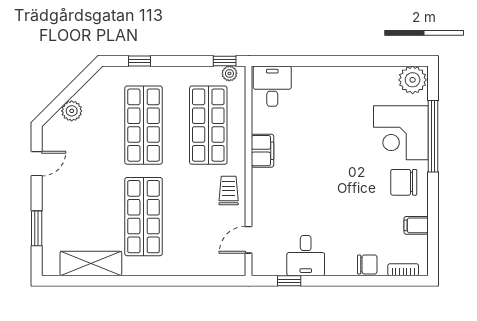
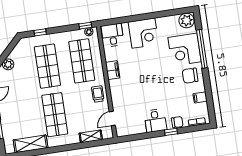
corner desk: (330, 91) -> (143, 33), added
desk: (306, 256) -> (155, 121), moved
shelving: (204, 267) -> (91, 136), added
window: (289, 281) -> (171, 132), moved

